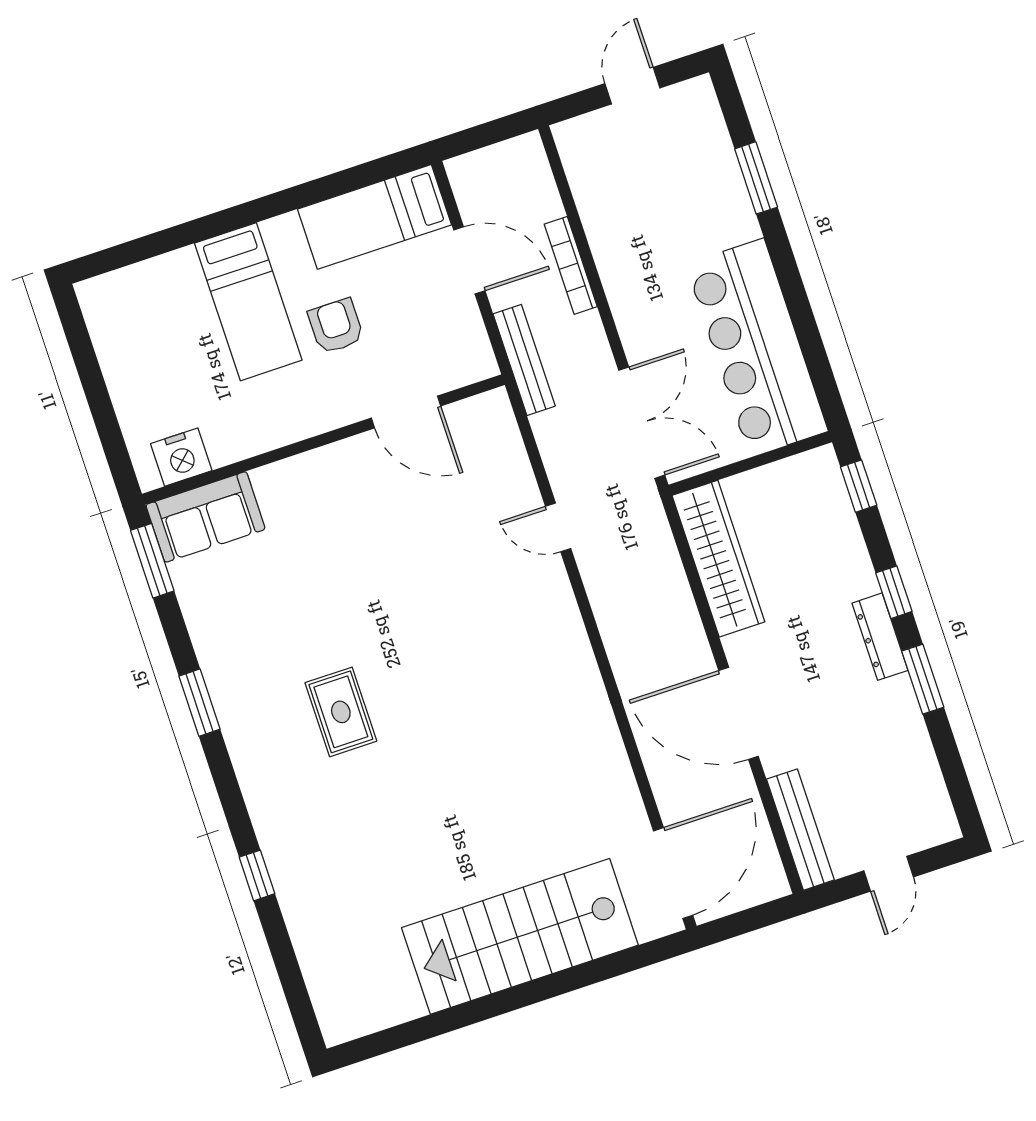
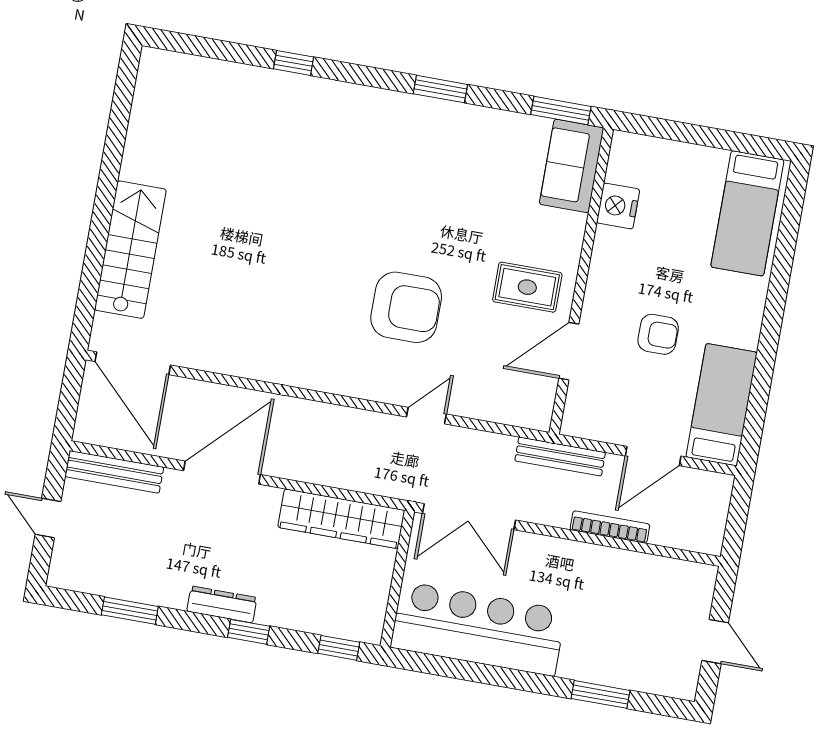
bed: (248, 302) -> (747, 213), moved, turned -90
nightstand: (181, 457) -> (618, 206), moved
armchair: (454, 612) -> (406, 307), added
window: (923, 679) -> (130, 611), moved
rug: (341, 712) -> (527, 287), moved
stairs: (520, 936) -> (130, 250), width x0.73, depth x0.66

